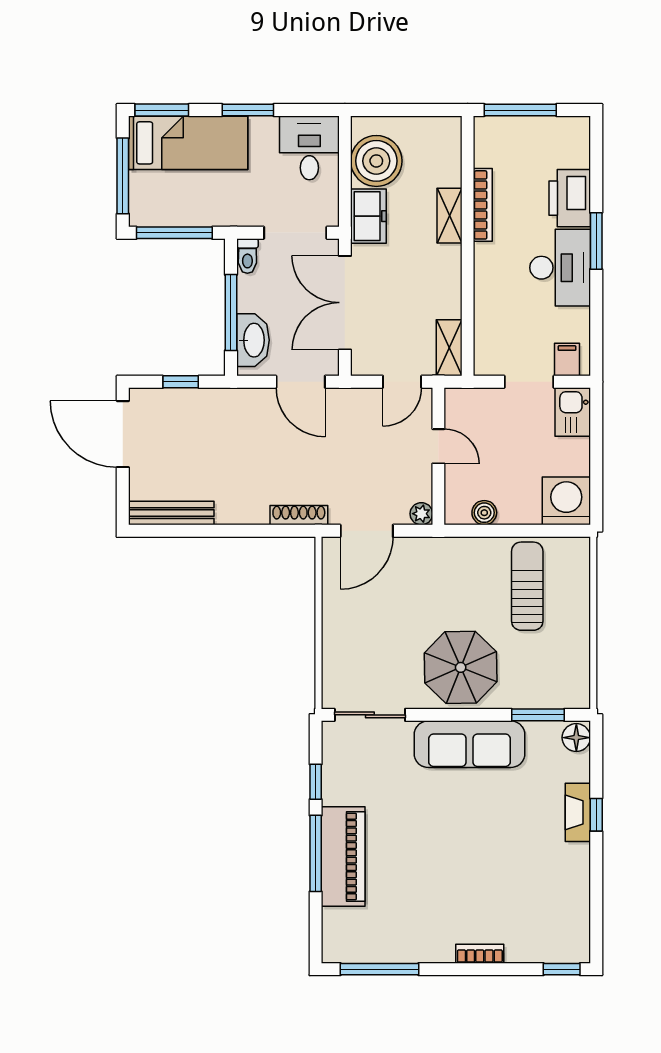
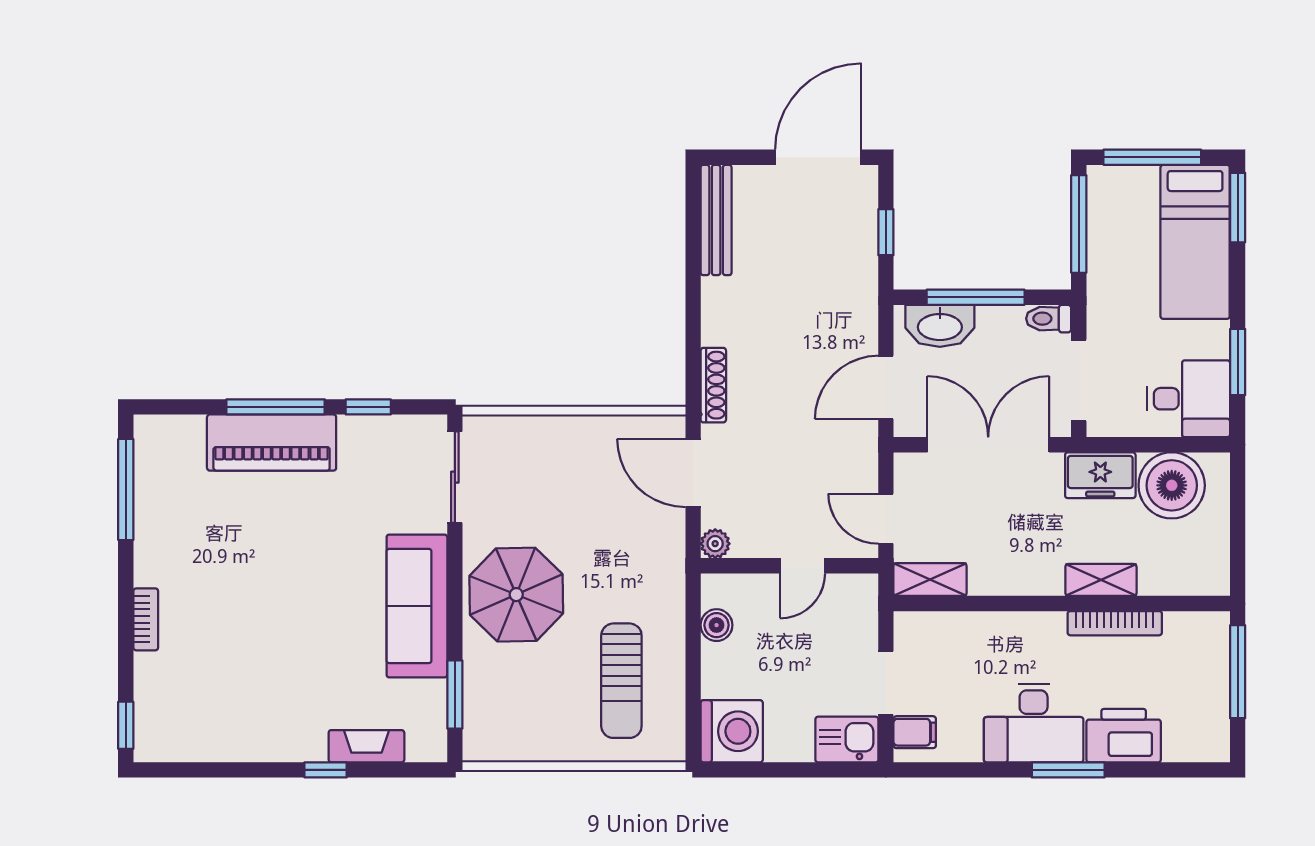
window: (248, 110) -> (1238, 362), moved
sun lounger: (527, 586) -> (621, 681), turned 90
floor lamp: (576, 738) -> (426, 744), removed
fireplace: (578, 812) -> (366, 746), moved

